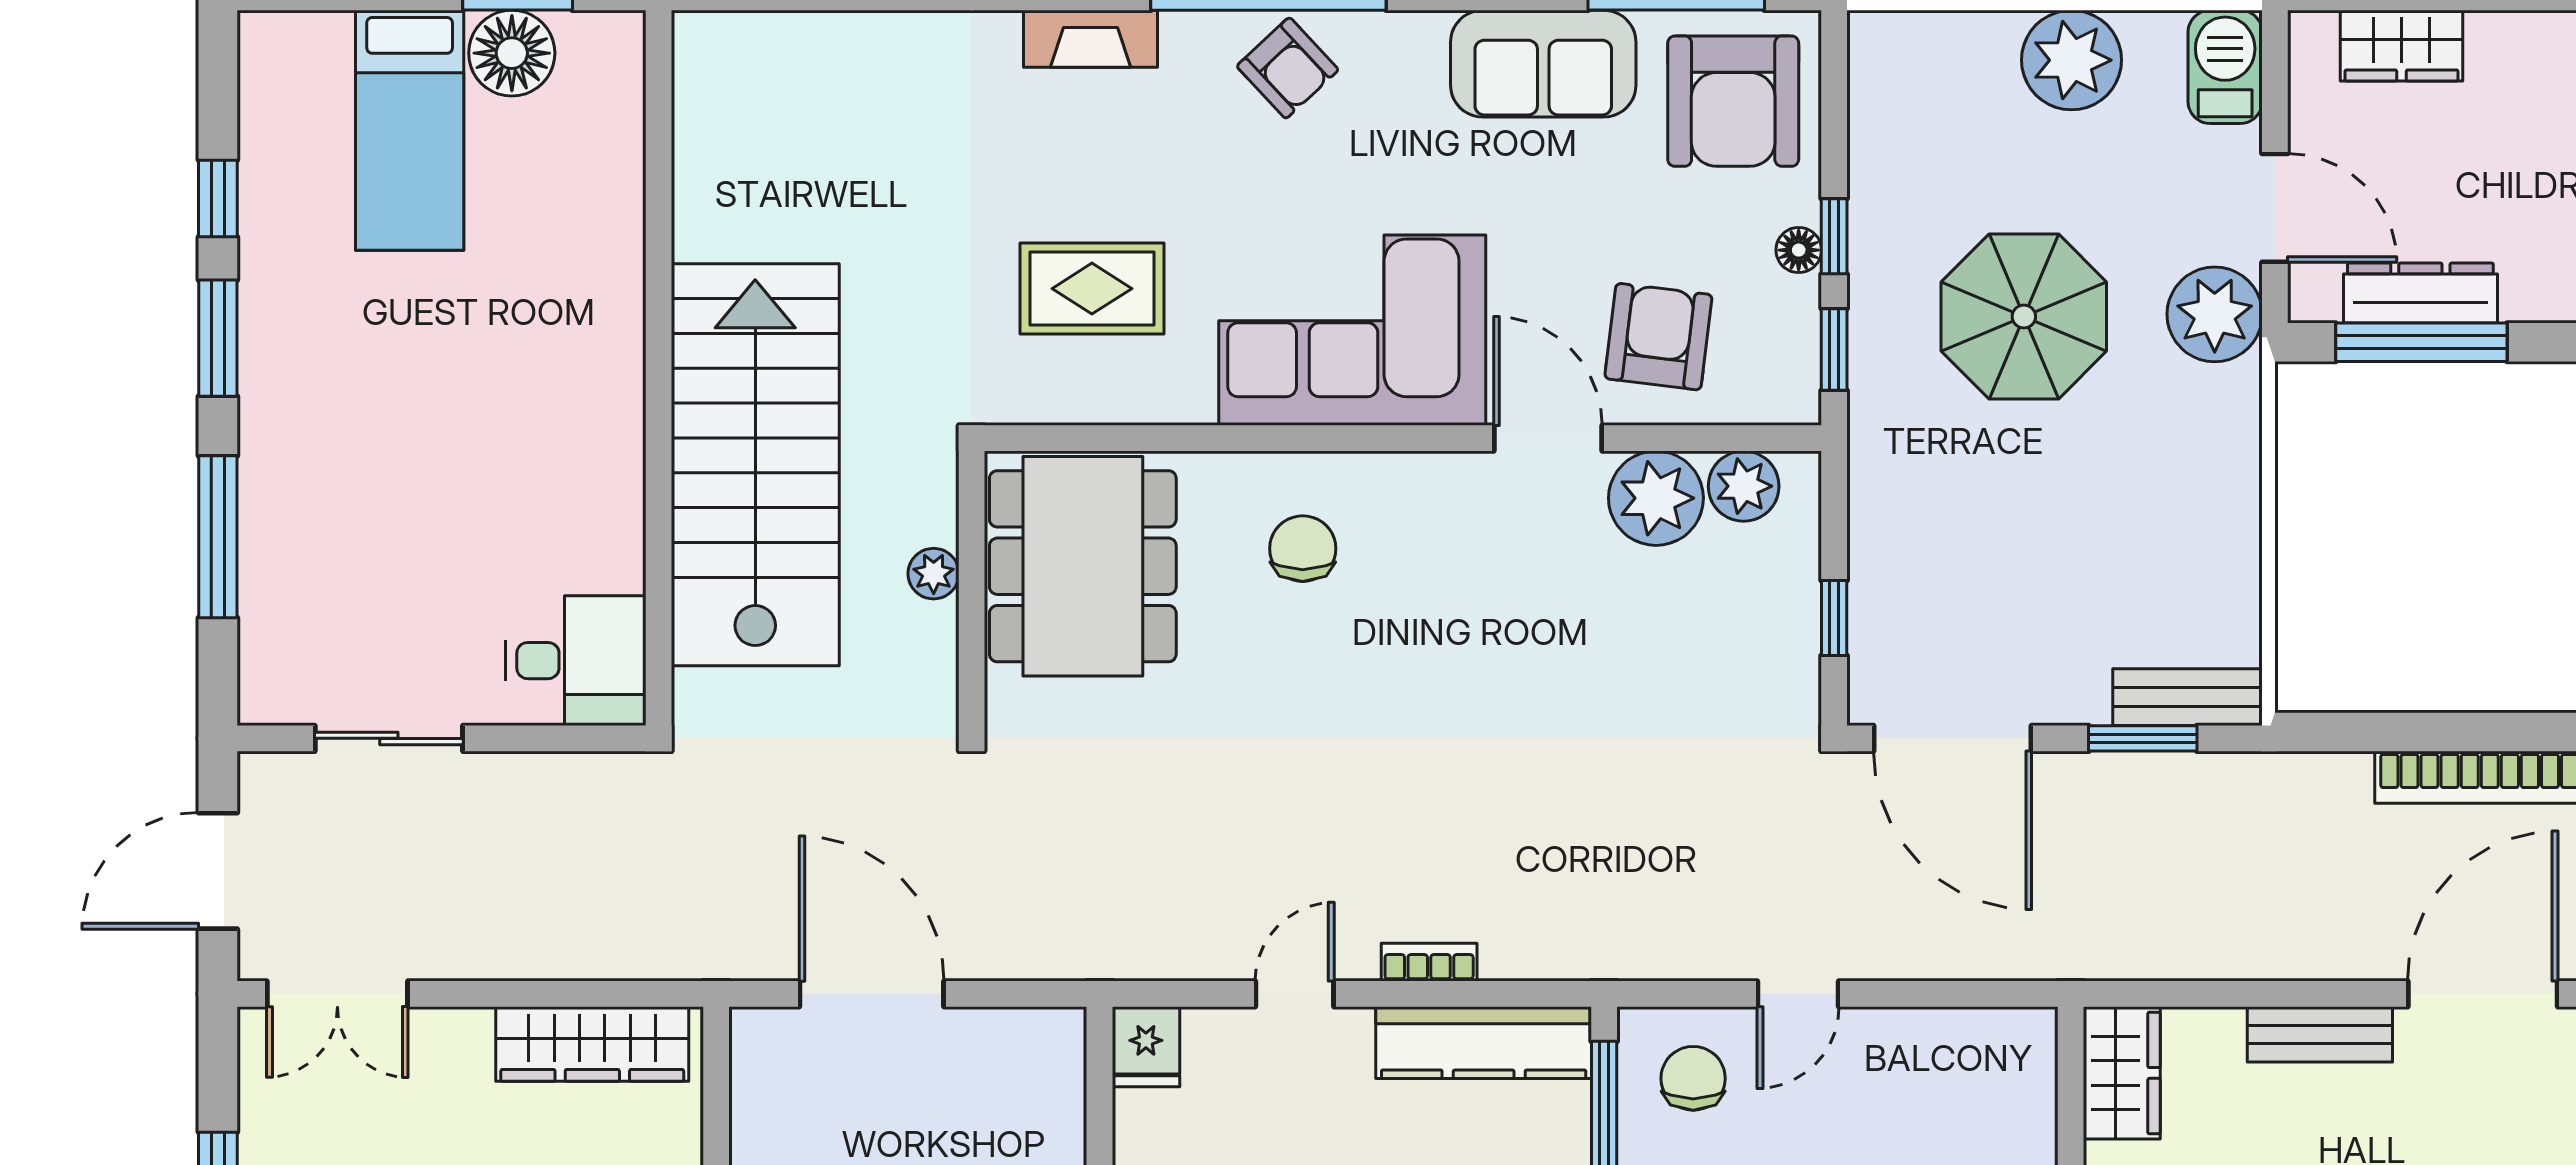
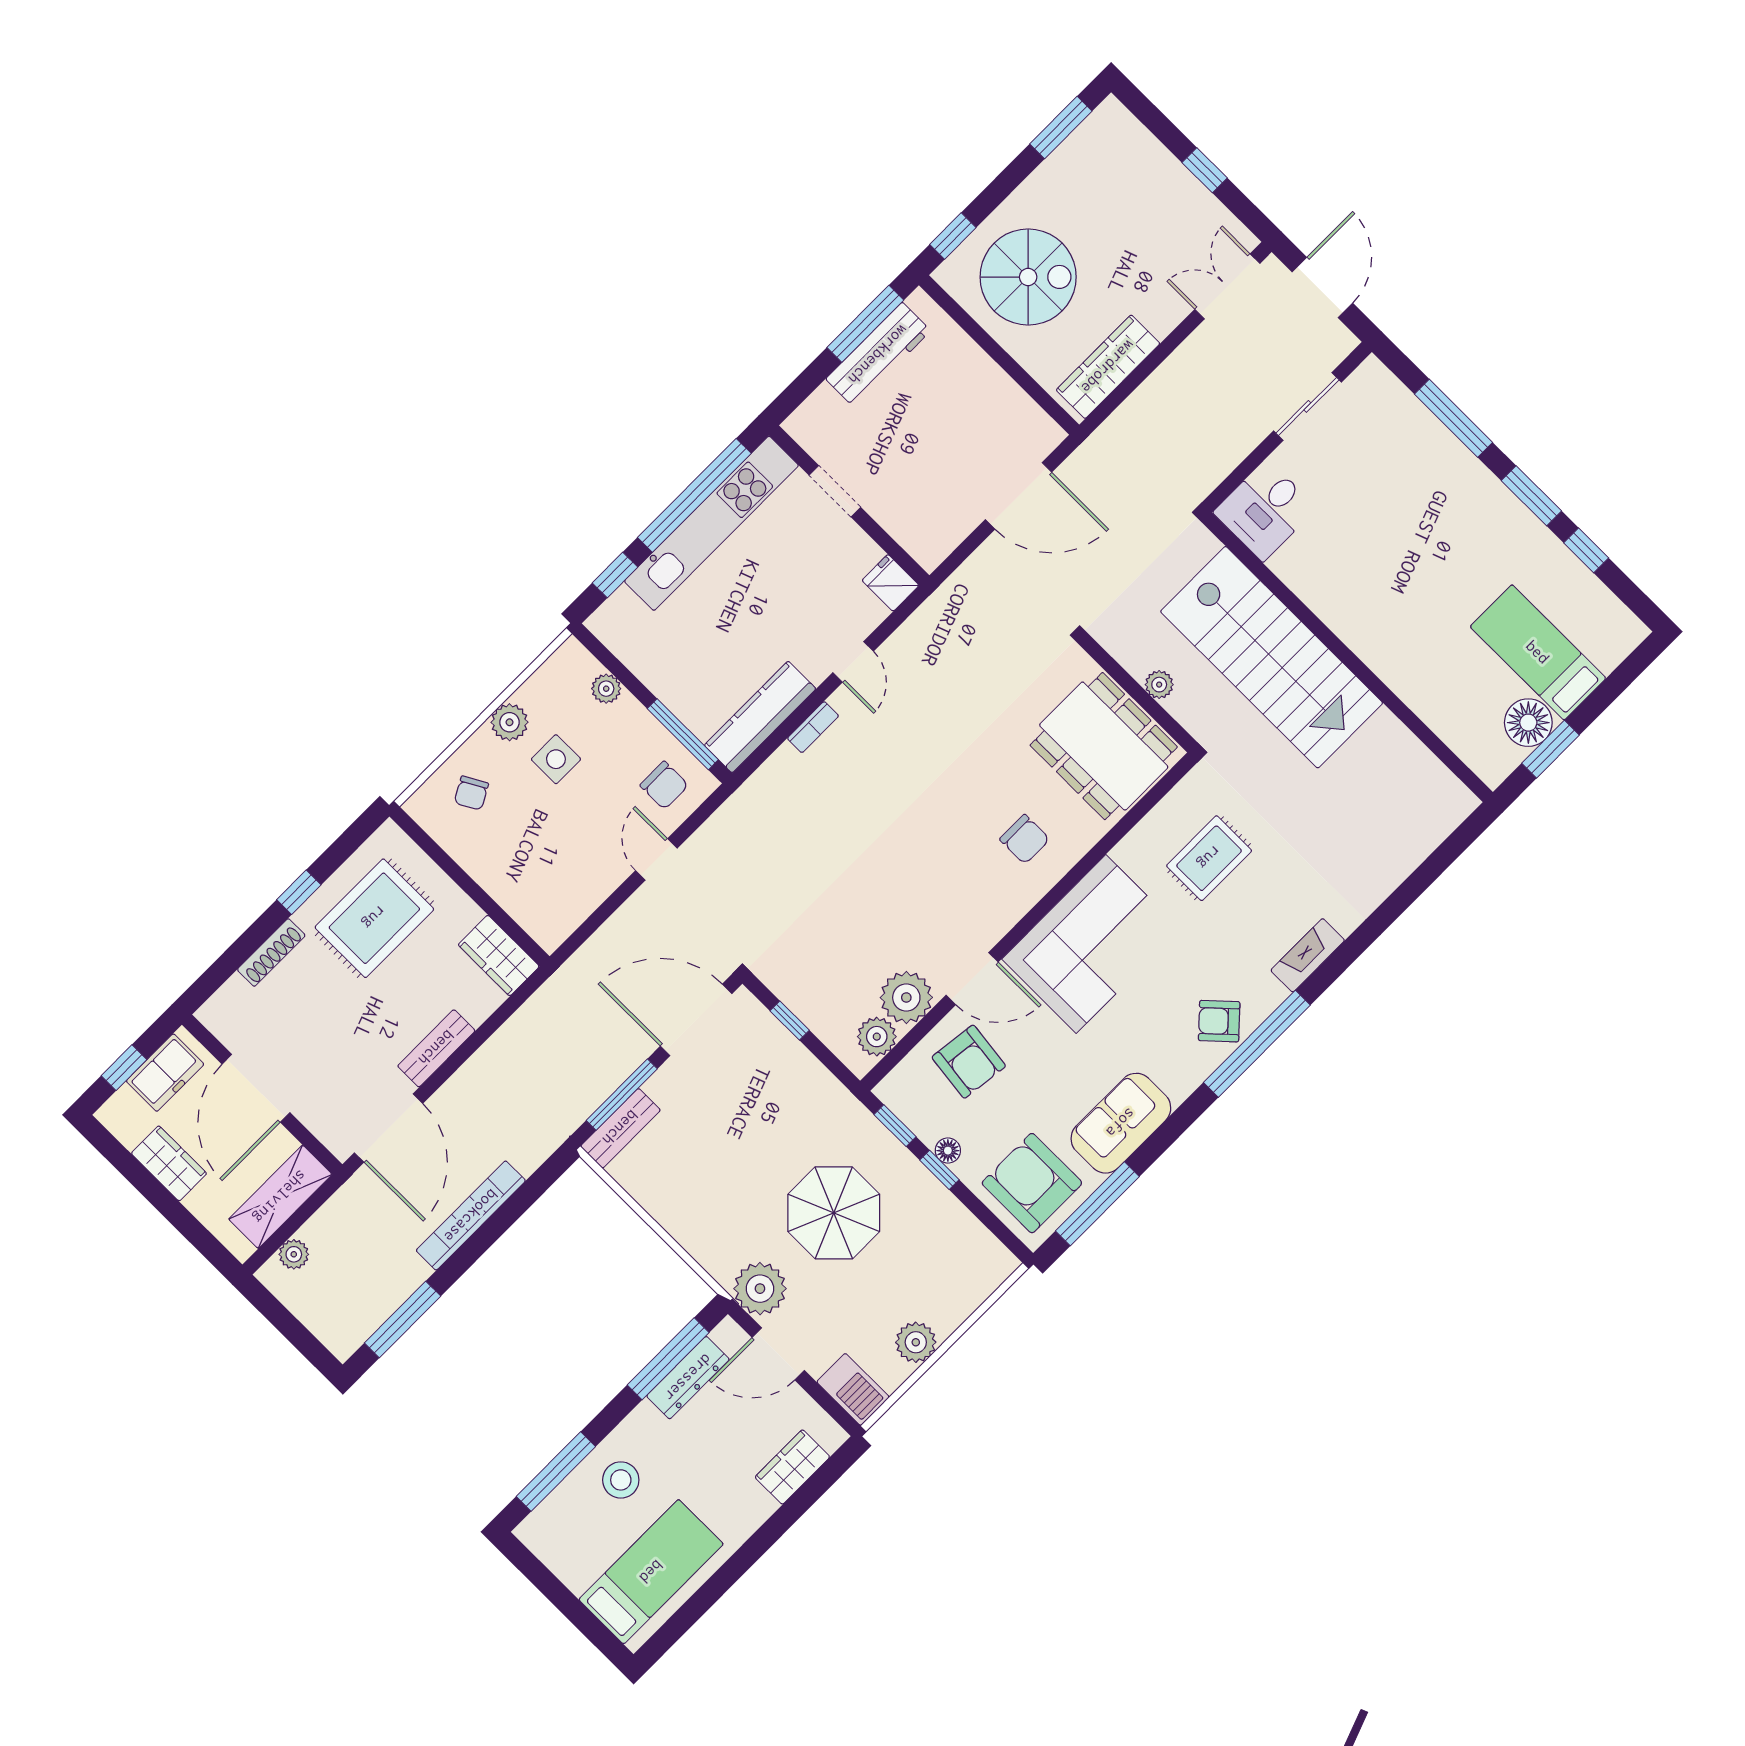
plant: (2071, 60) -> (916, 1342), width x0.73, depth x0.73
window: (2143, 738) -> (622, 1095), width x1.44

